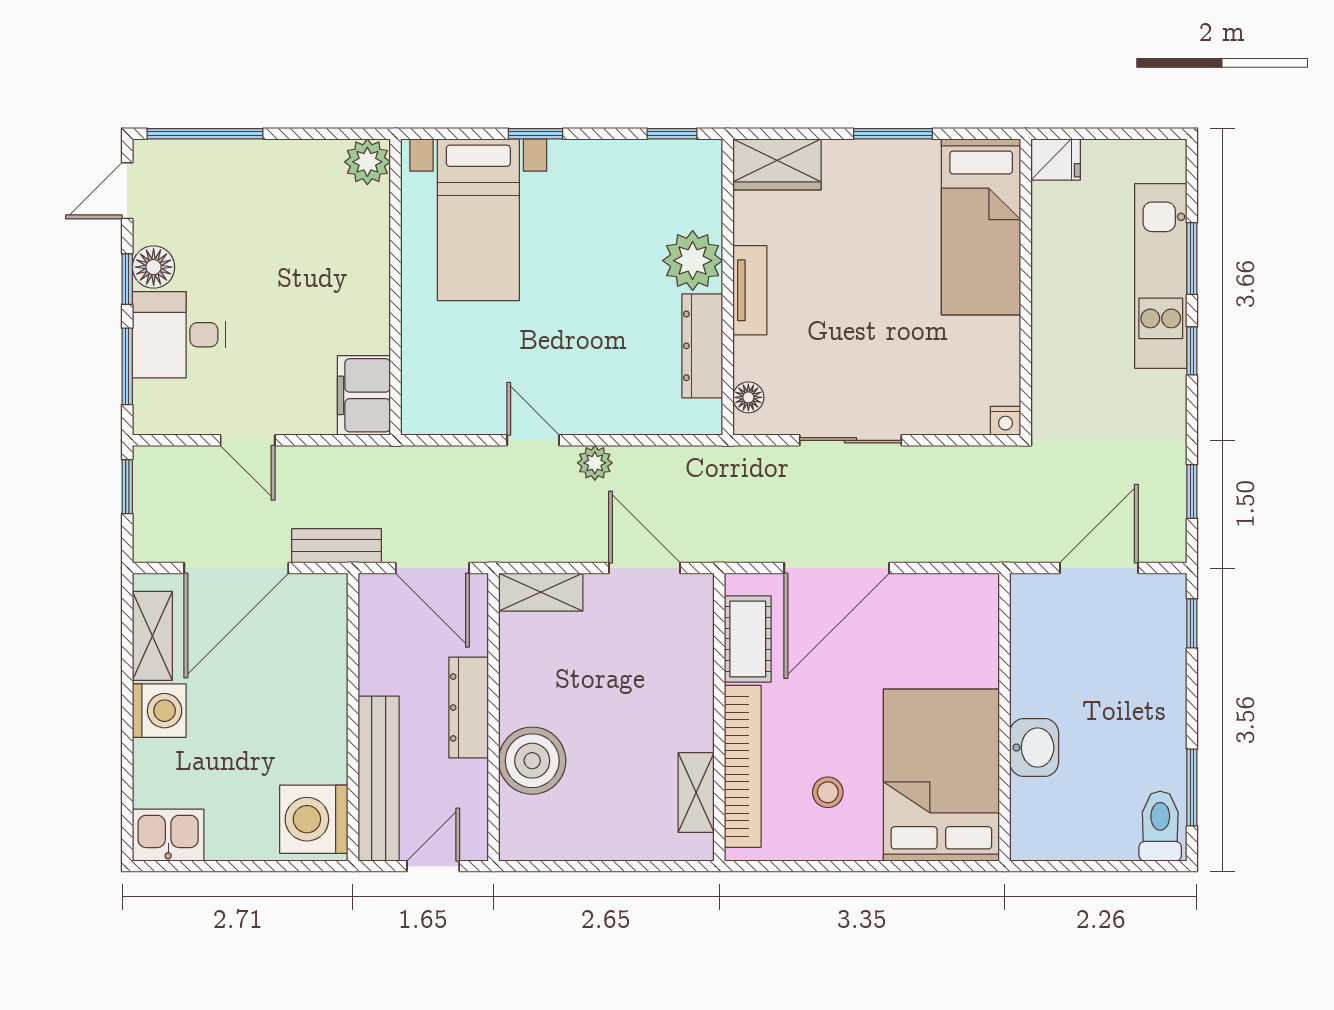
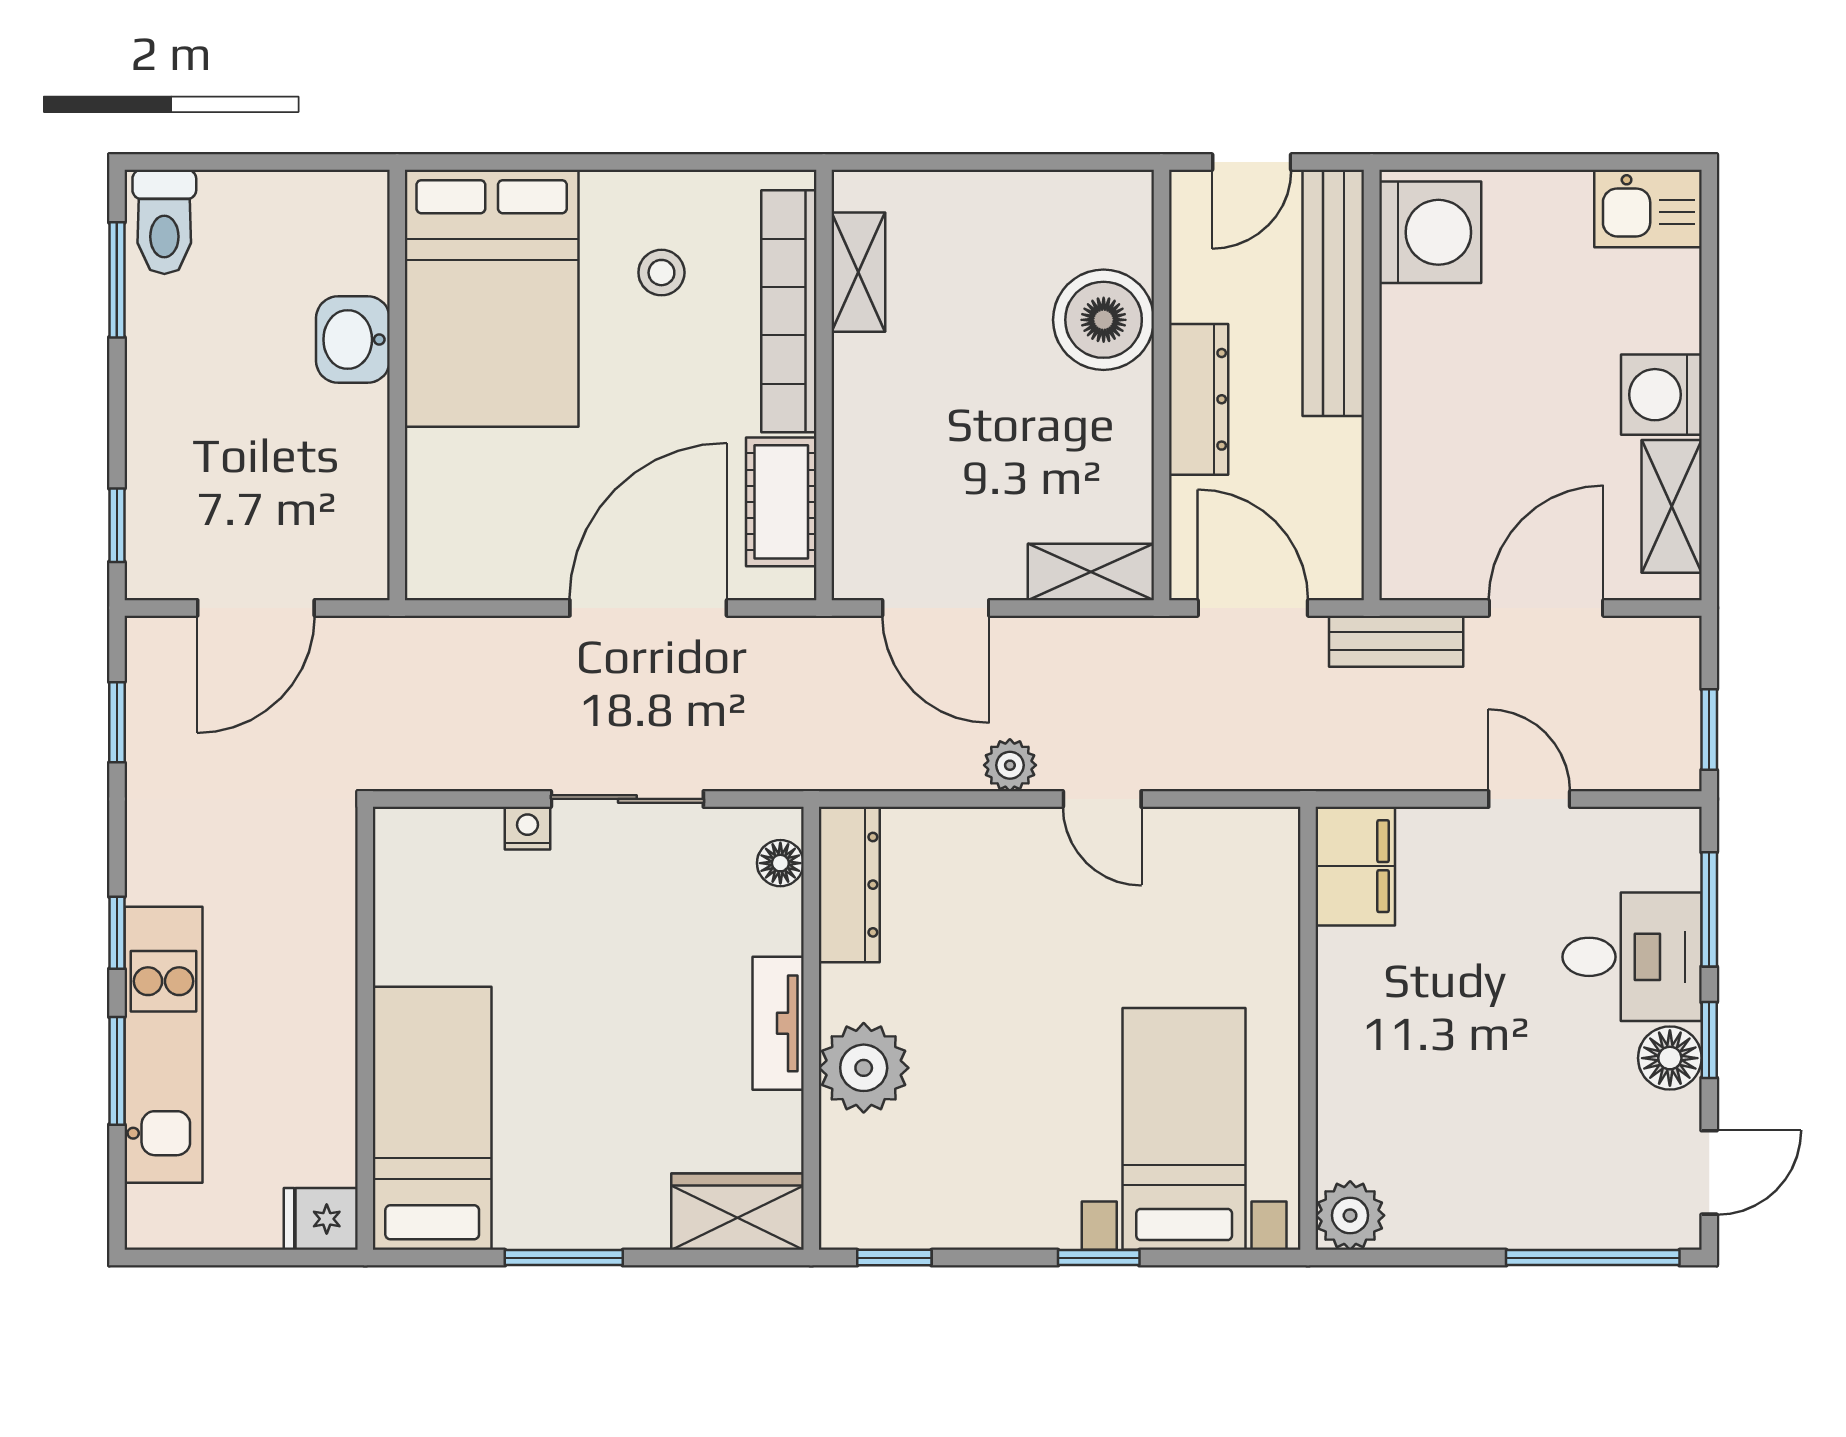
dresser: (702, 346) -> (849, 885), moved
nightstand: (1006, 421) -> (527, 828), moved
door: (236, 568) -> (1546, 608), width x0.73

